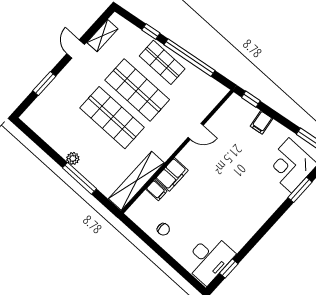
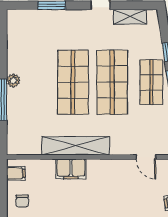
door: (196, 131) -> (146, 157), moved
shelving: (136, 181) -> (76, 146), moved
filing cabinet: (156, 190) -> (16, 173), moved, turned -90

